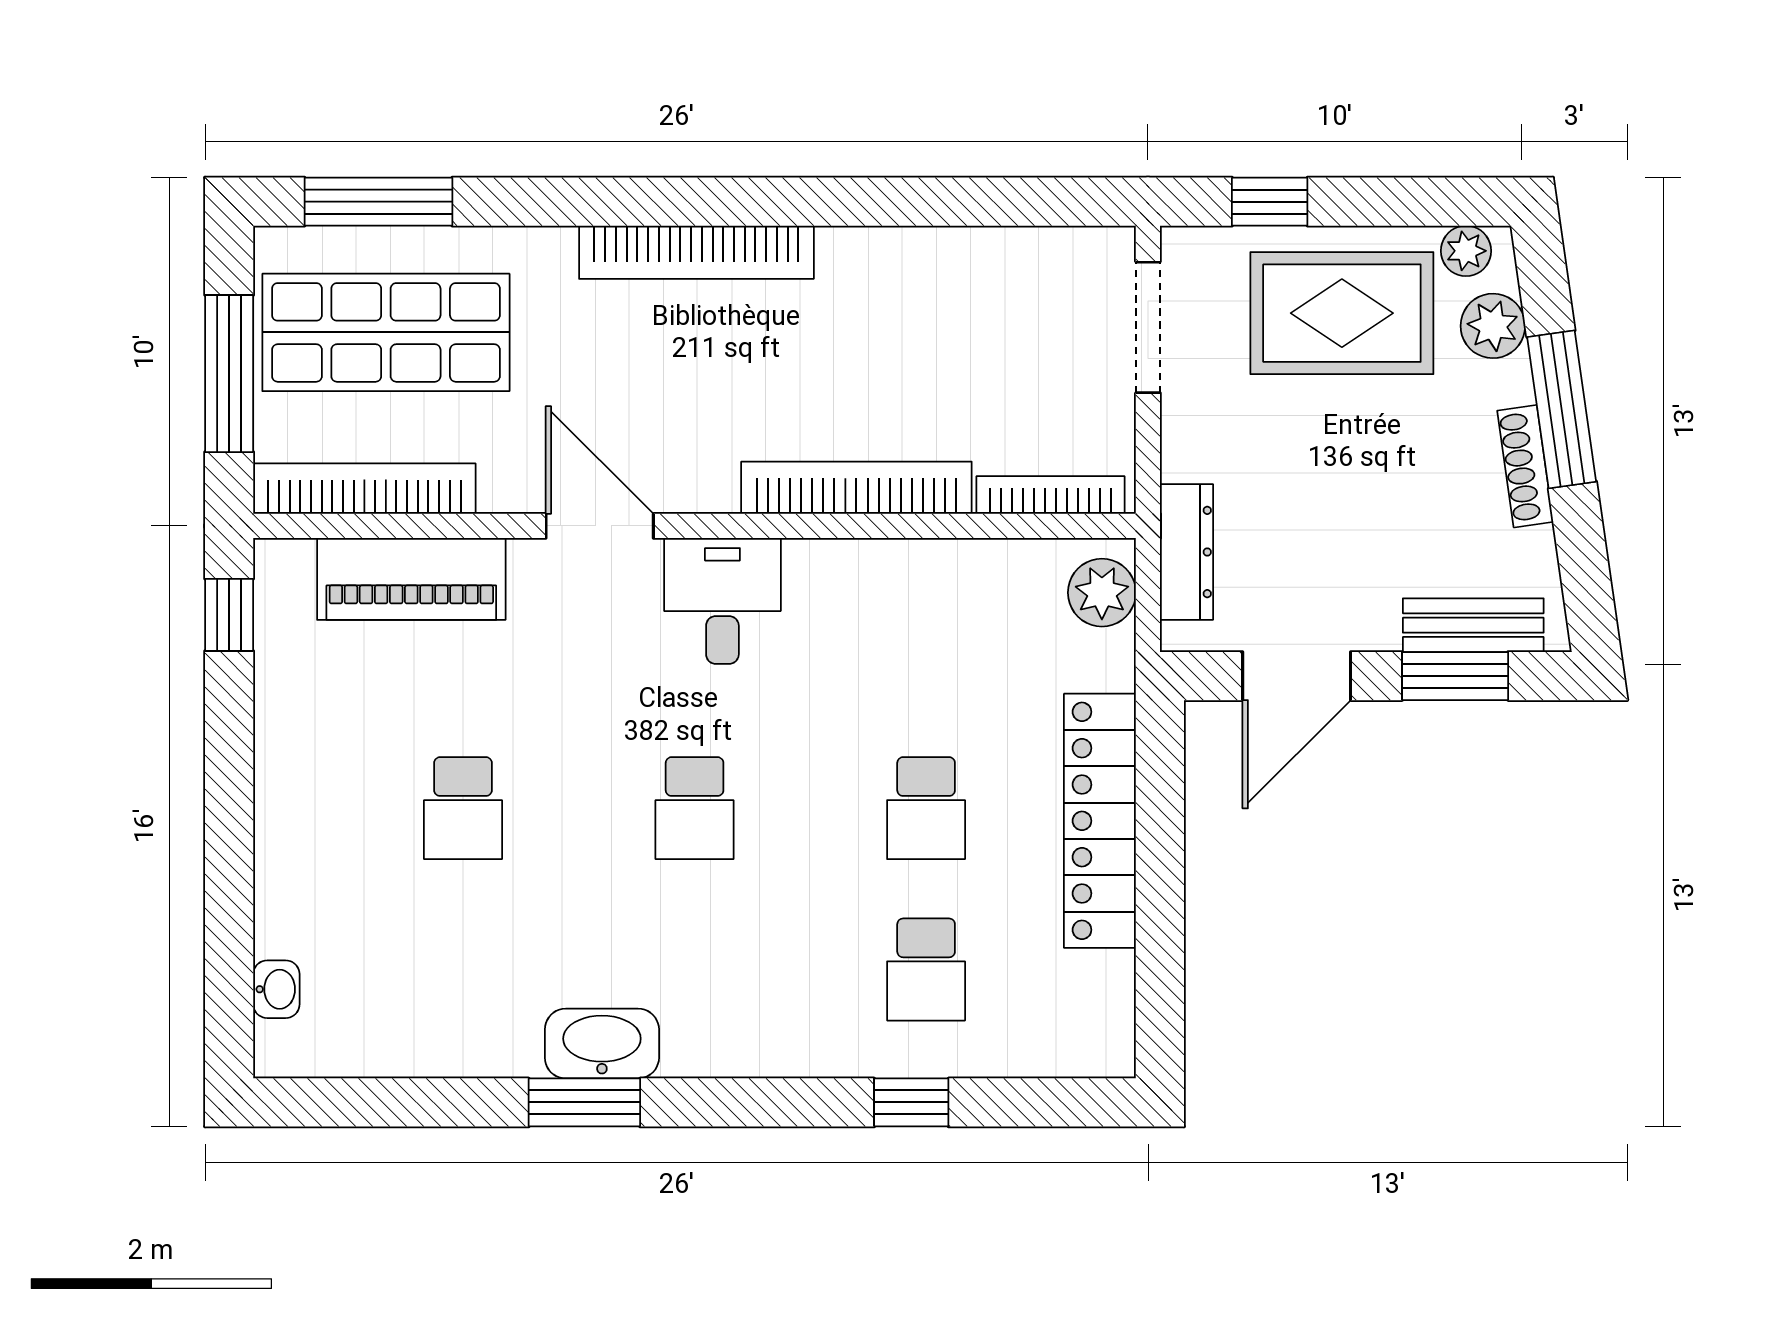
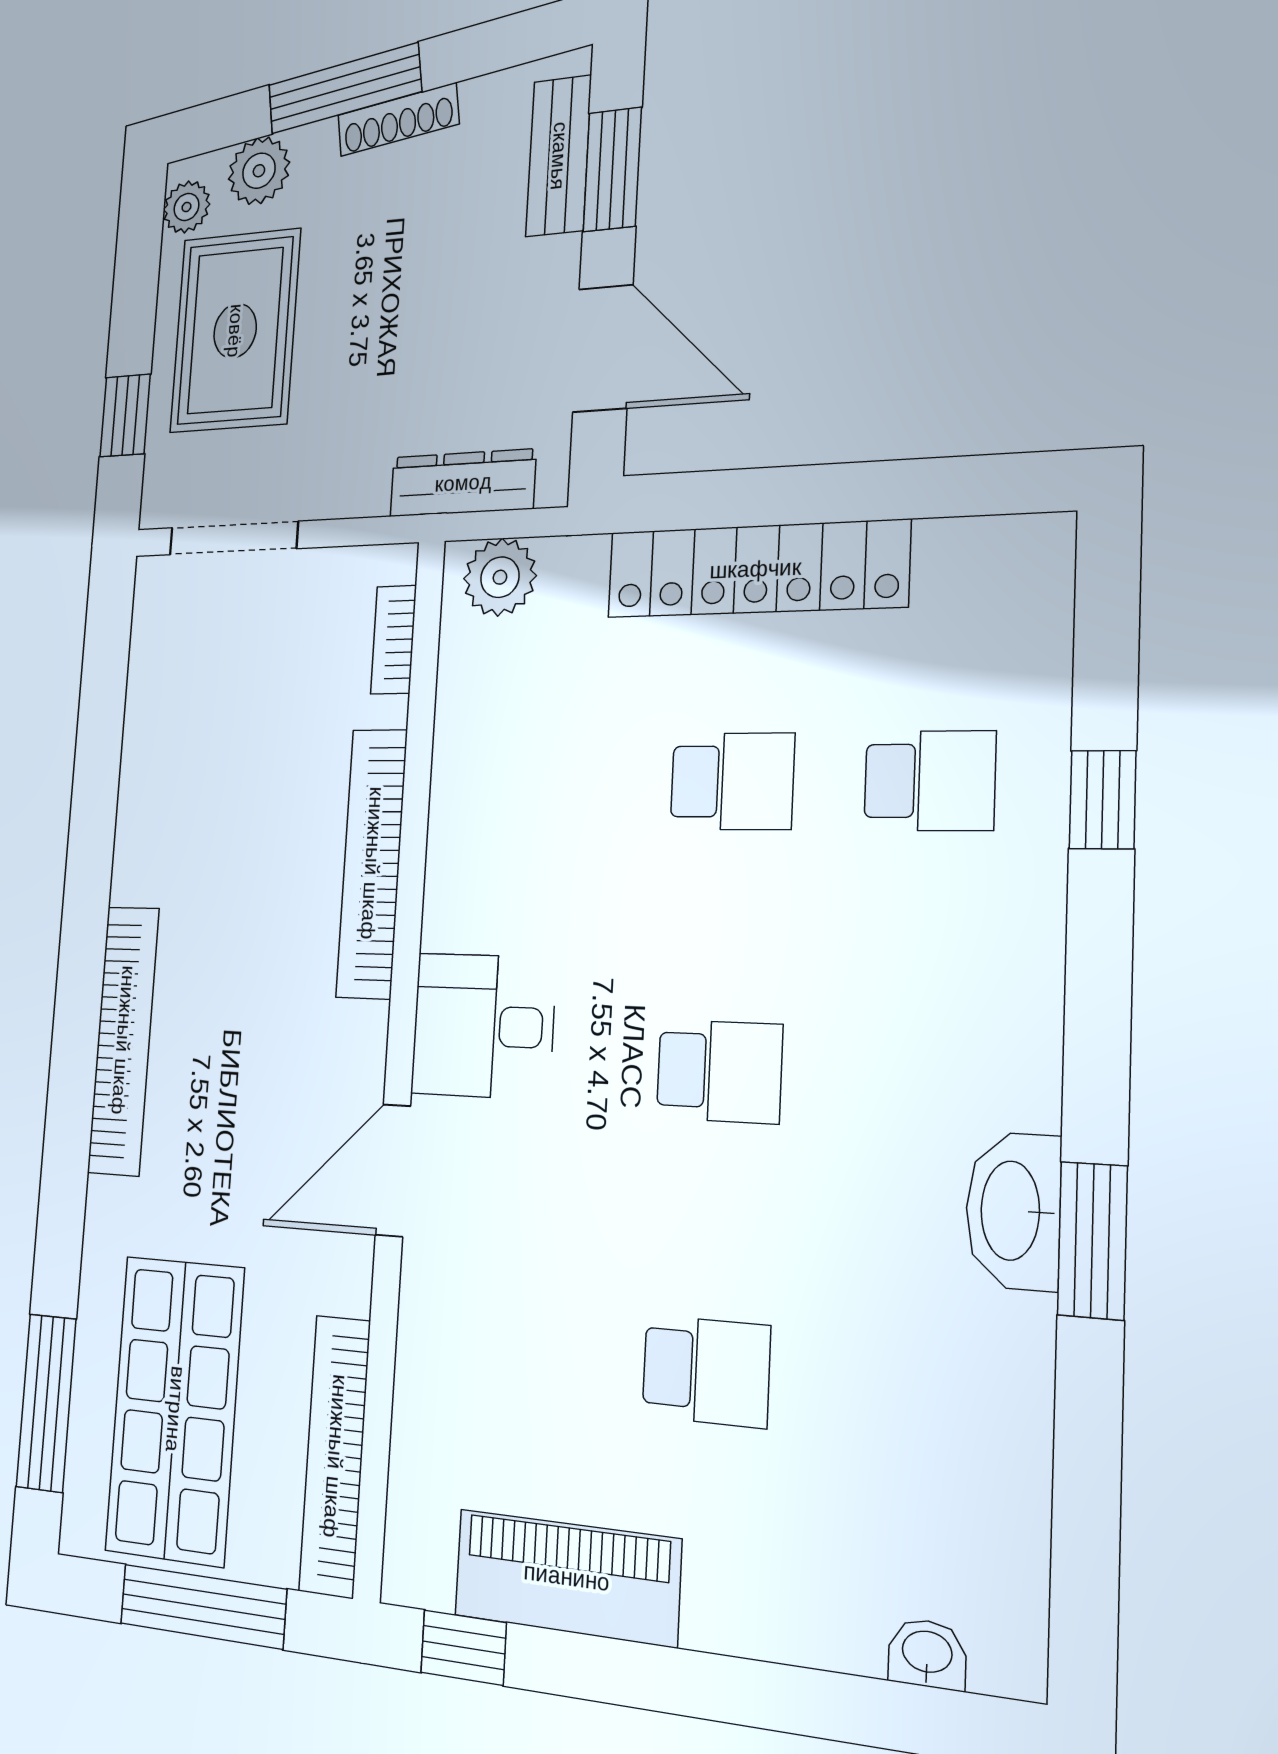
bookcase: (1051, 495) -> (394, 640), width x0.64
piano: (411, 579) -> (567, 1577), moved, turned -90

